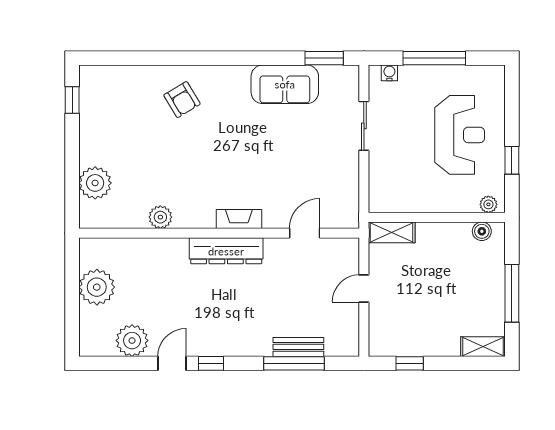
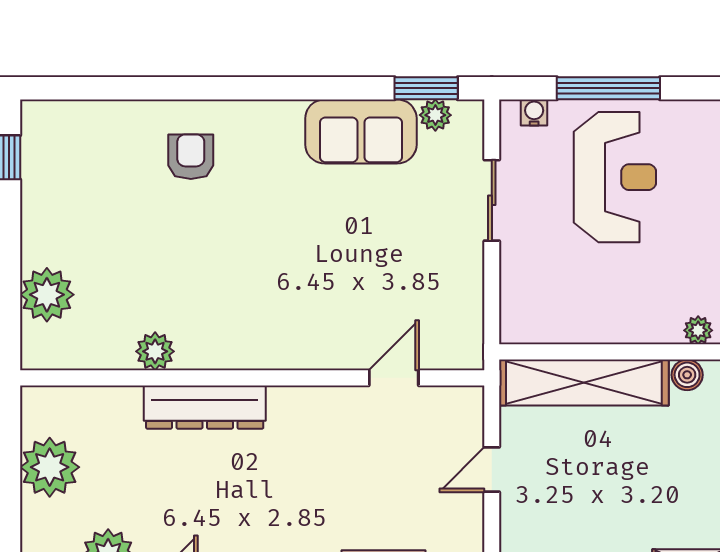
plant: (330, 74) -> (435, 115), added
armchair: (182, 100) -> (191, 157), turned -149
reception desk: (460, 135) -> (615, 177), moved
fireplace: (239, 219) -> (285, 354), removed
shelving: (392, 232) -> (584, 382), width x2.20, depth x1.33
dresser: (226, 251) -> (205, 407), moved

